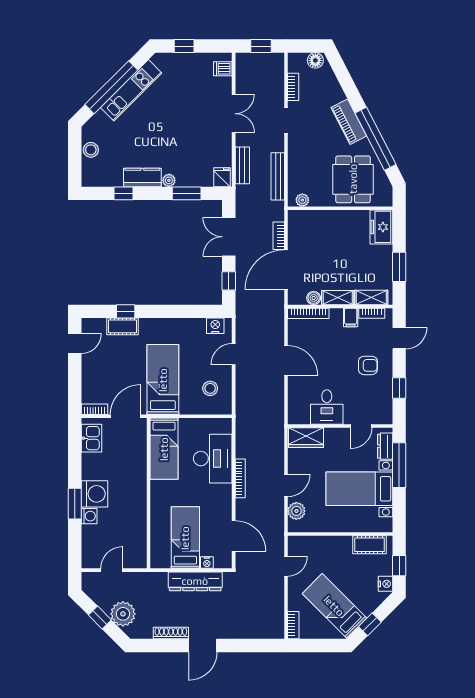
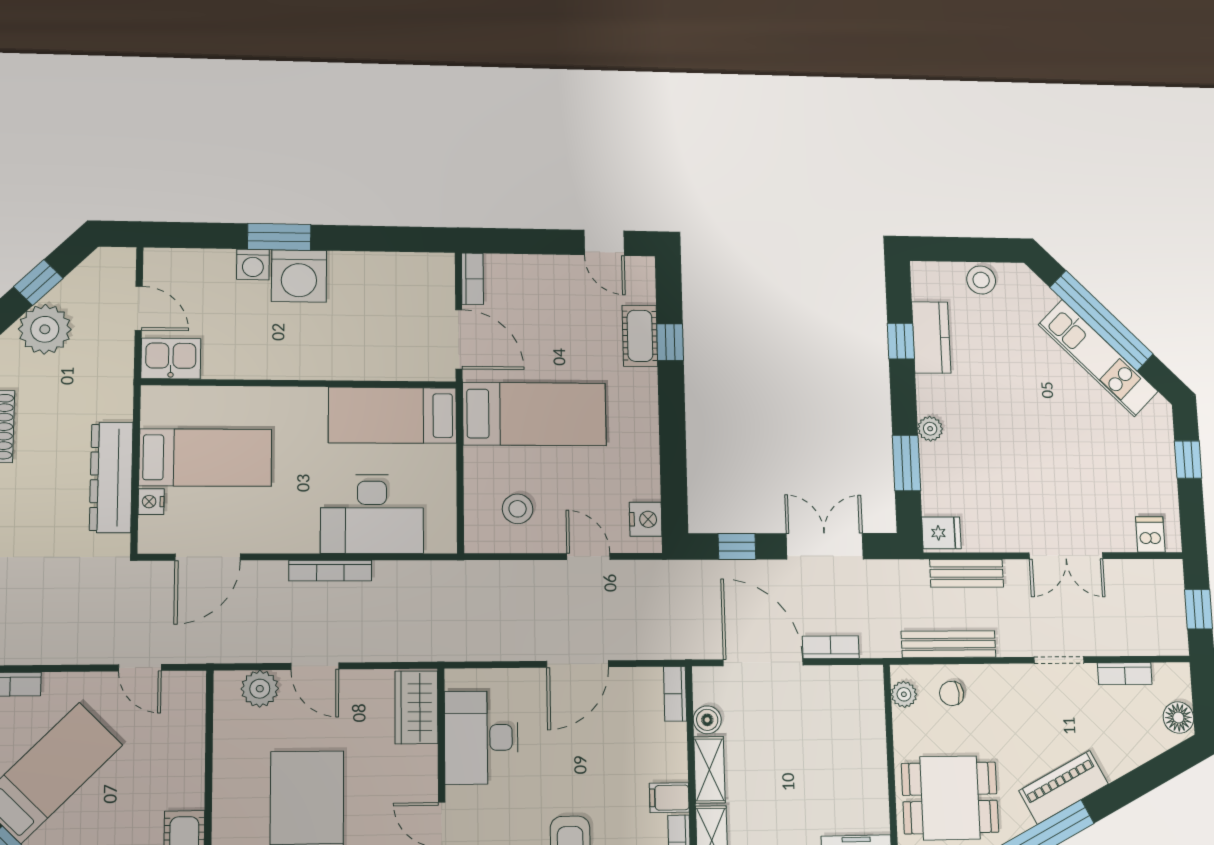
chair: (302, 176) -> (952, 693), added
kitchen counter: (142, 178) -> (931, 337), moved
bookcase: (308, 313) -> (675, 694), width x0.64
desk: (327, 407) -> (481, 738), width x1.37
kitchen sink: (91, 438) -> (171, 358), moved, turned 180

